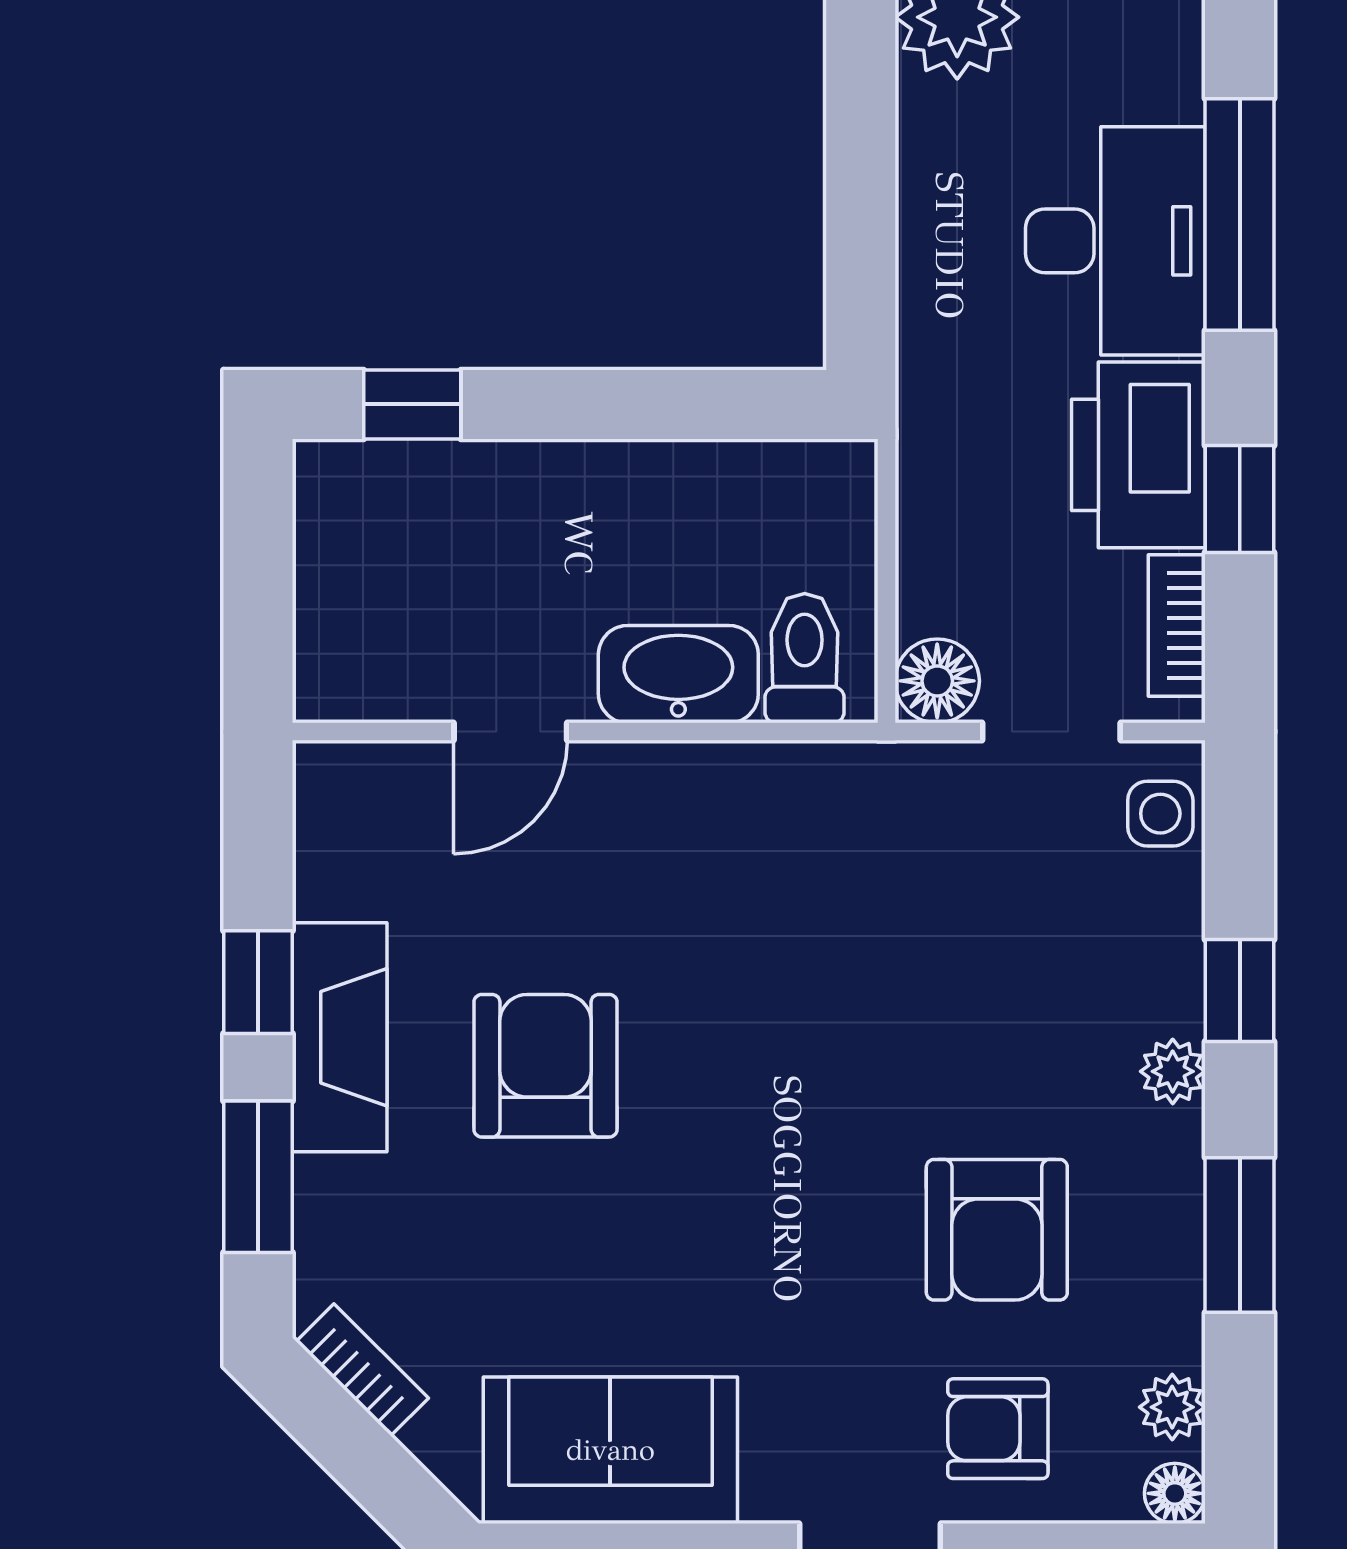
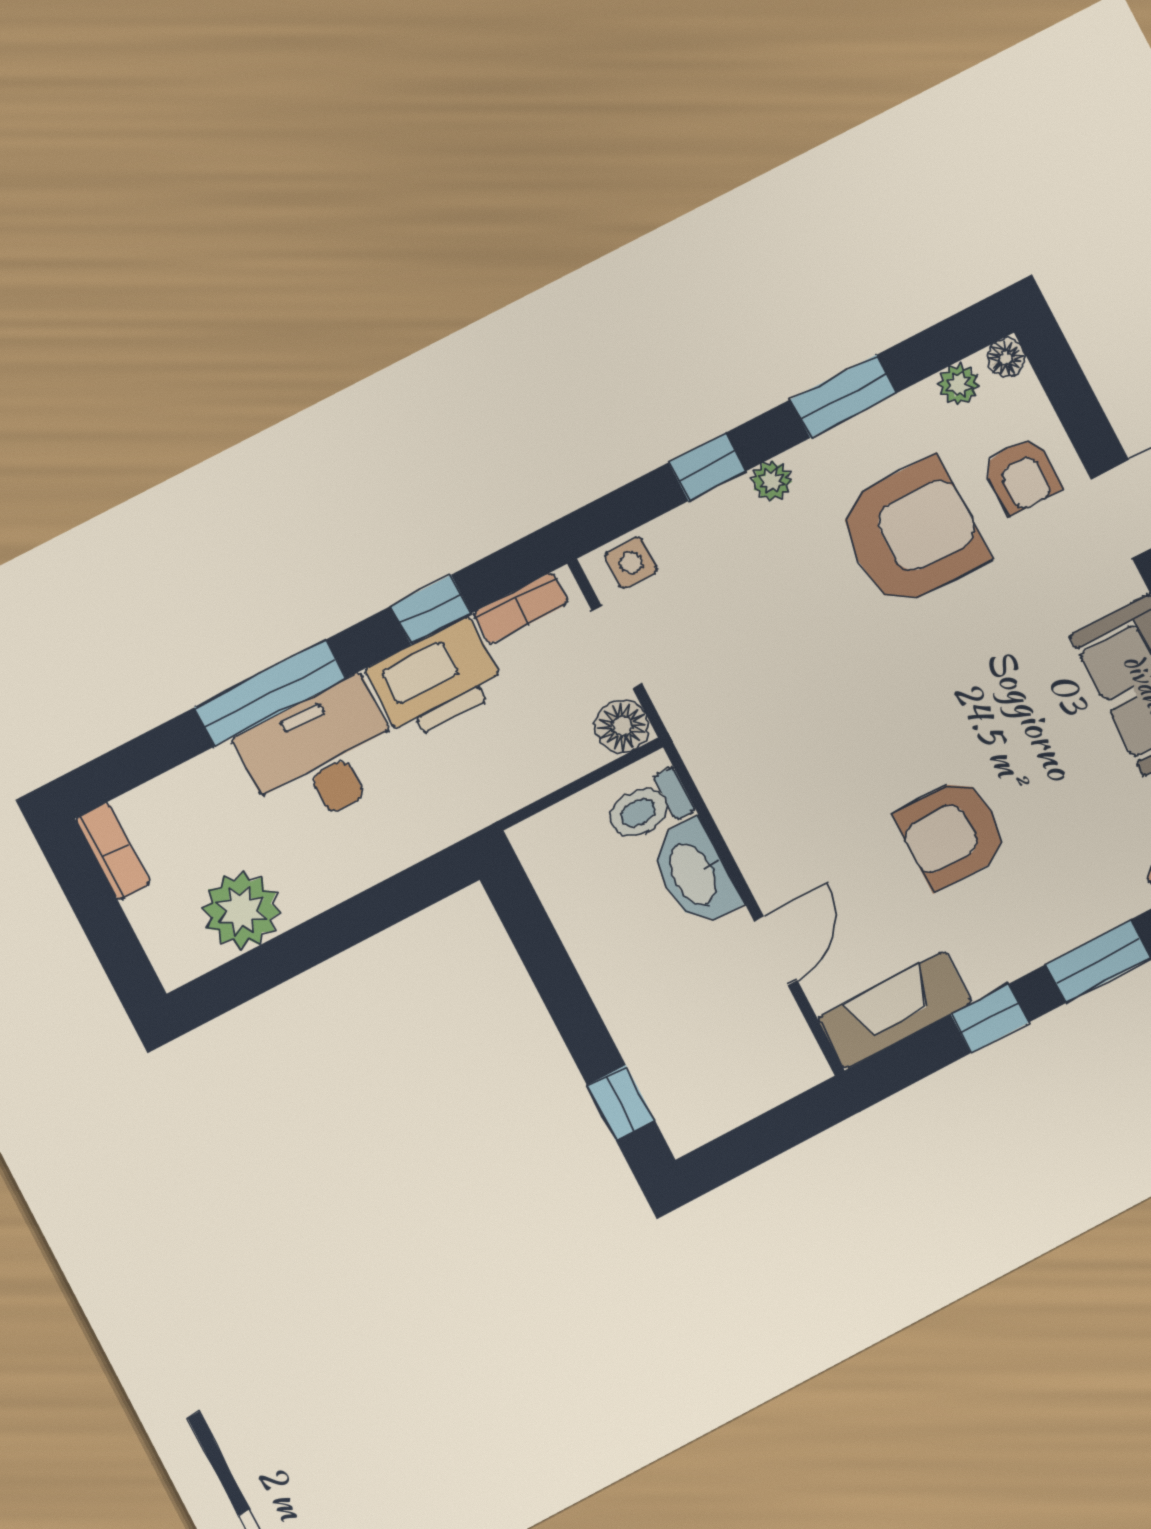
door: (510, 732) -> (776, 951), hinge flipped
fireplace: (340, 1037) -> (895, 1010), moved
armchair: (997, 1230) -> (911, 533), width x1.36, depth x1.36

